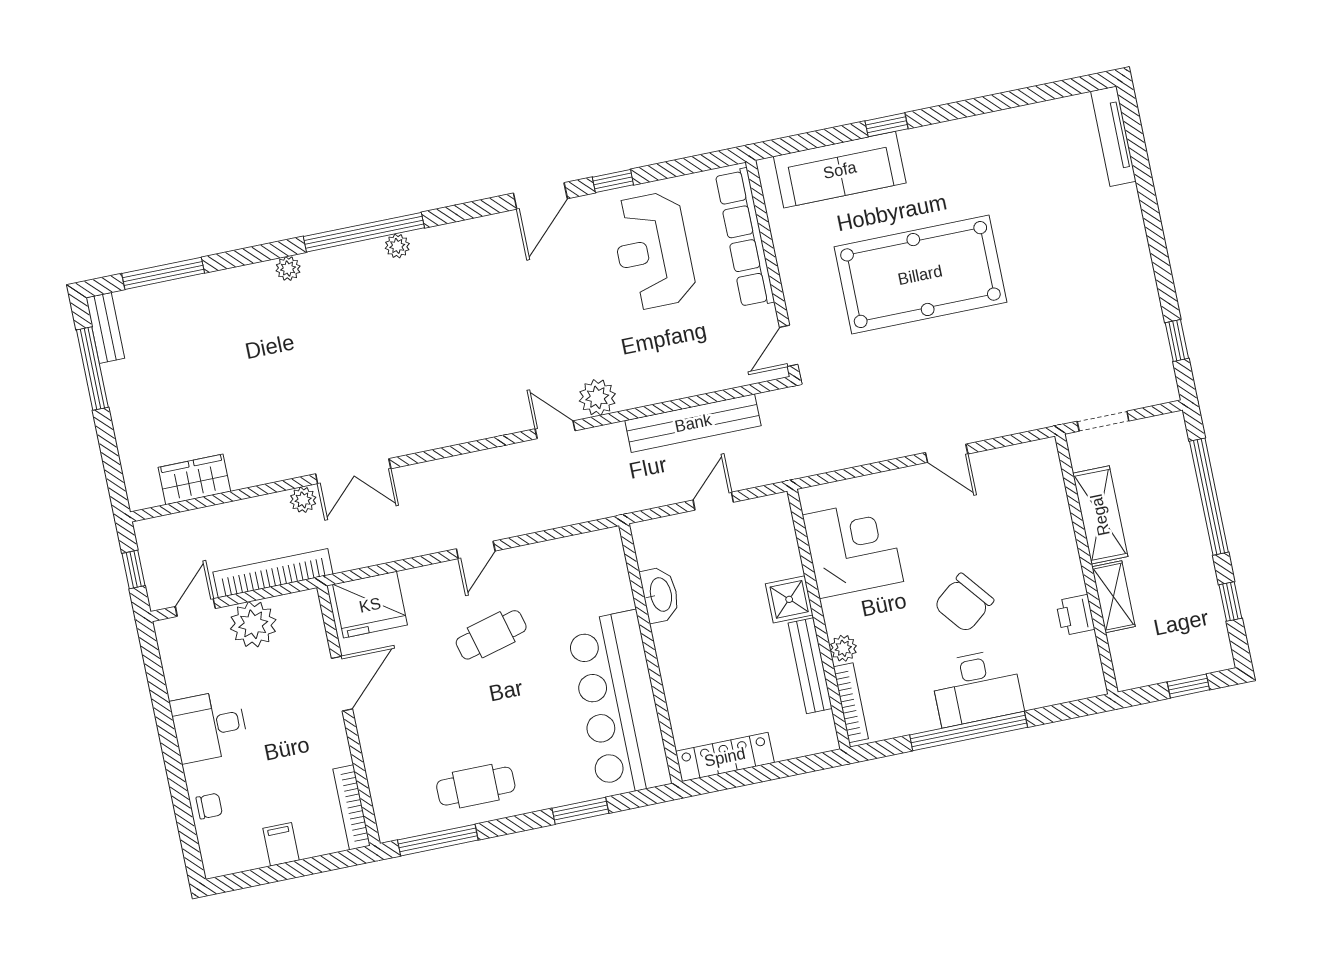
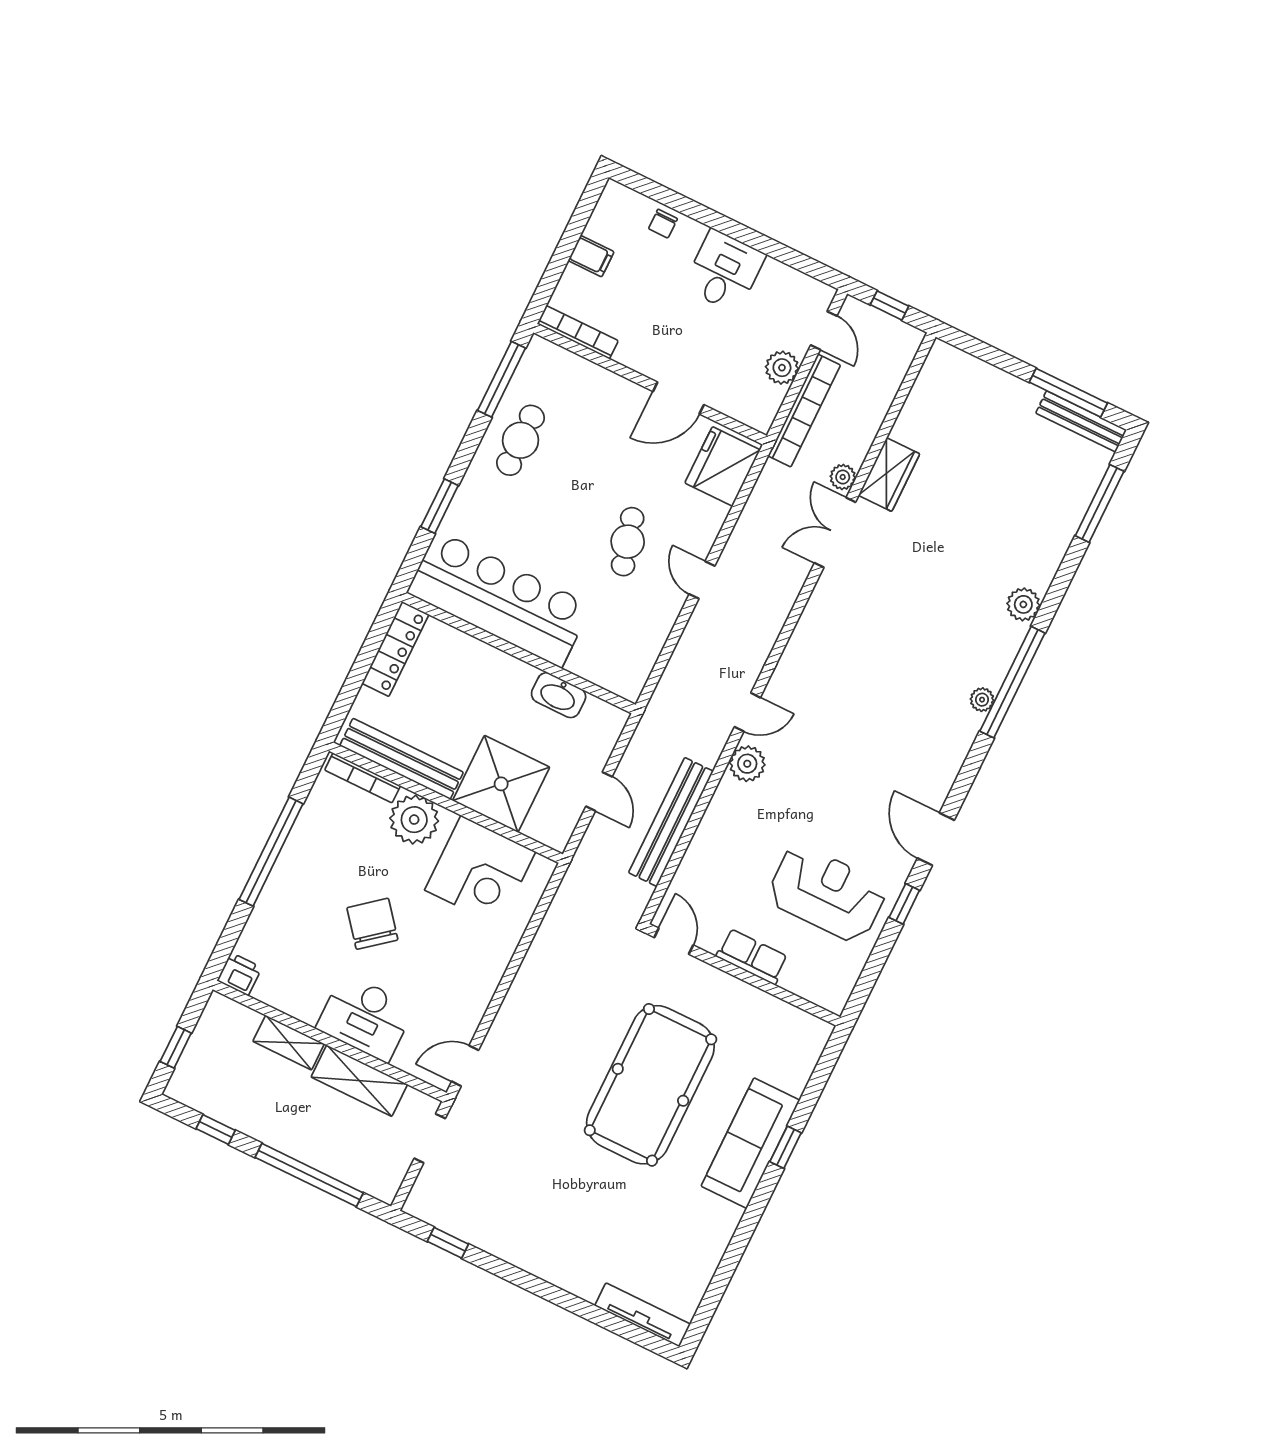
sofa: (840, 170) -> (750, 1143), moved
row of seats: (745, 238) -> (752, 957), width x0.50
plant: (288, 268) -> (1023, 604), width x1.38, depth x1.38
bench: (105, 328) -> (1081, 421), width x1.36
door: (947, 453) -> (465, 1066), moved
wardrobe: (194, 479) -> (889, 475), moved
shower: (789, 599) -> (501, 784), width x1.86, depth x1.86
printer: (1075, 615) -> (239, 974), moved
plant: (253, 624) -> (782, 368), width x0.73, depth x0.73
plant: (843, 648) -> (414, 820), width x1.88, depth x1.88
bench: (810, 666) -> (402, 759), width x1.37, depth x1.21
door: (342, 684) -> (678, 398), hinge flipped
desk: (977, 687) -> (365, 1018), moved, turned -90

